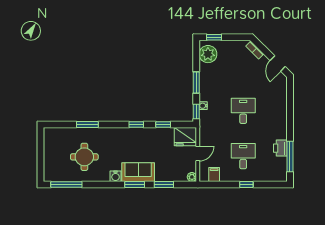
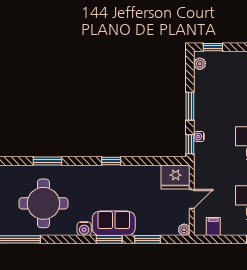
plant: (208, 54) -> (200, 64), width x0.53, depth x0.53
window: (163, 124) -> (146, 161), removed
round table: (84, 157) -> (43, 203), width x1.36, depth x1.36

